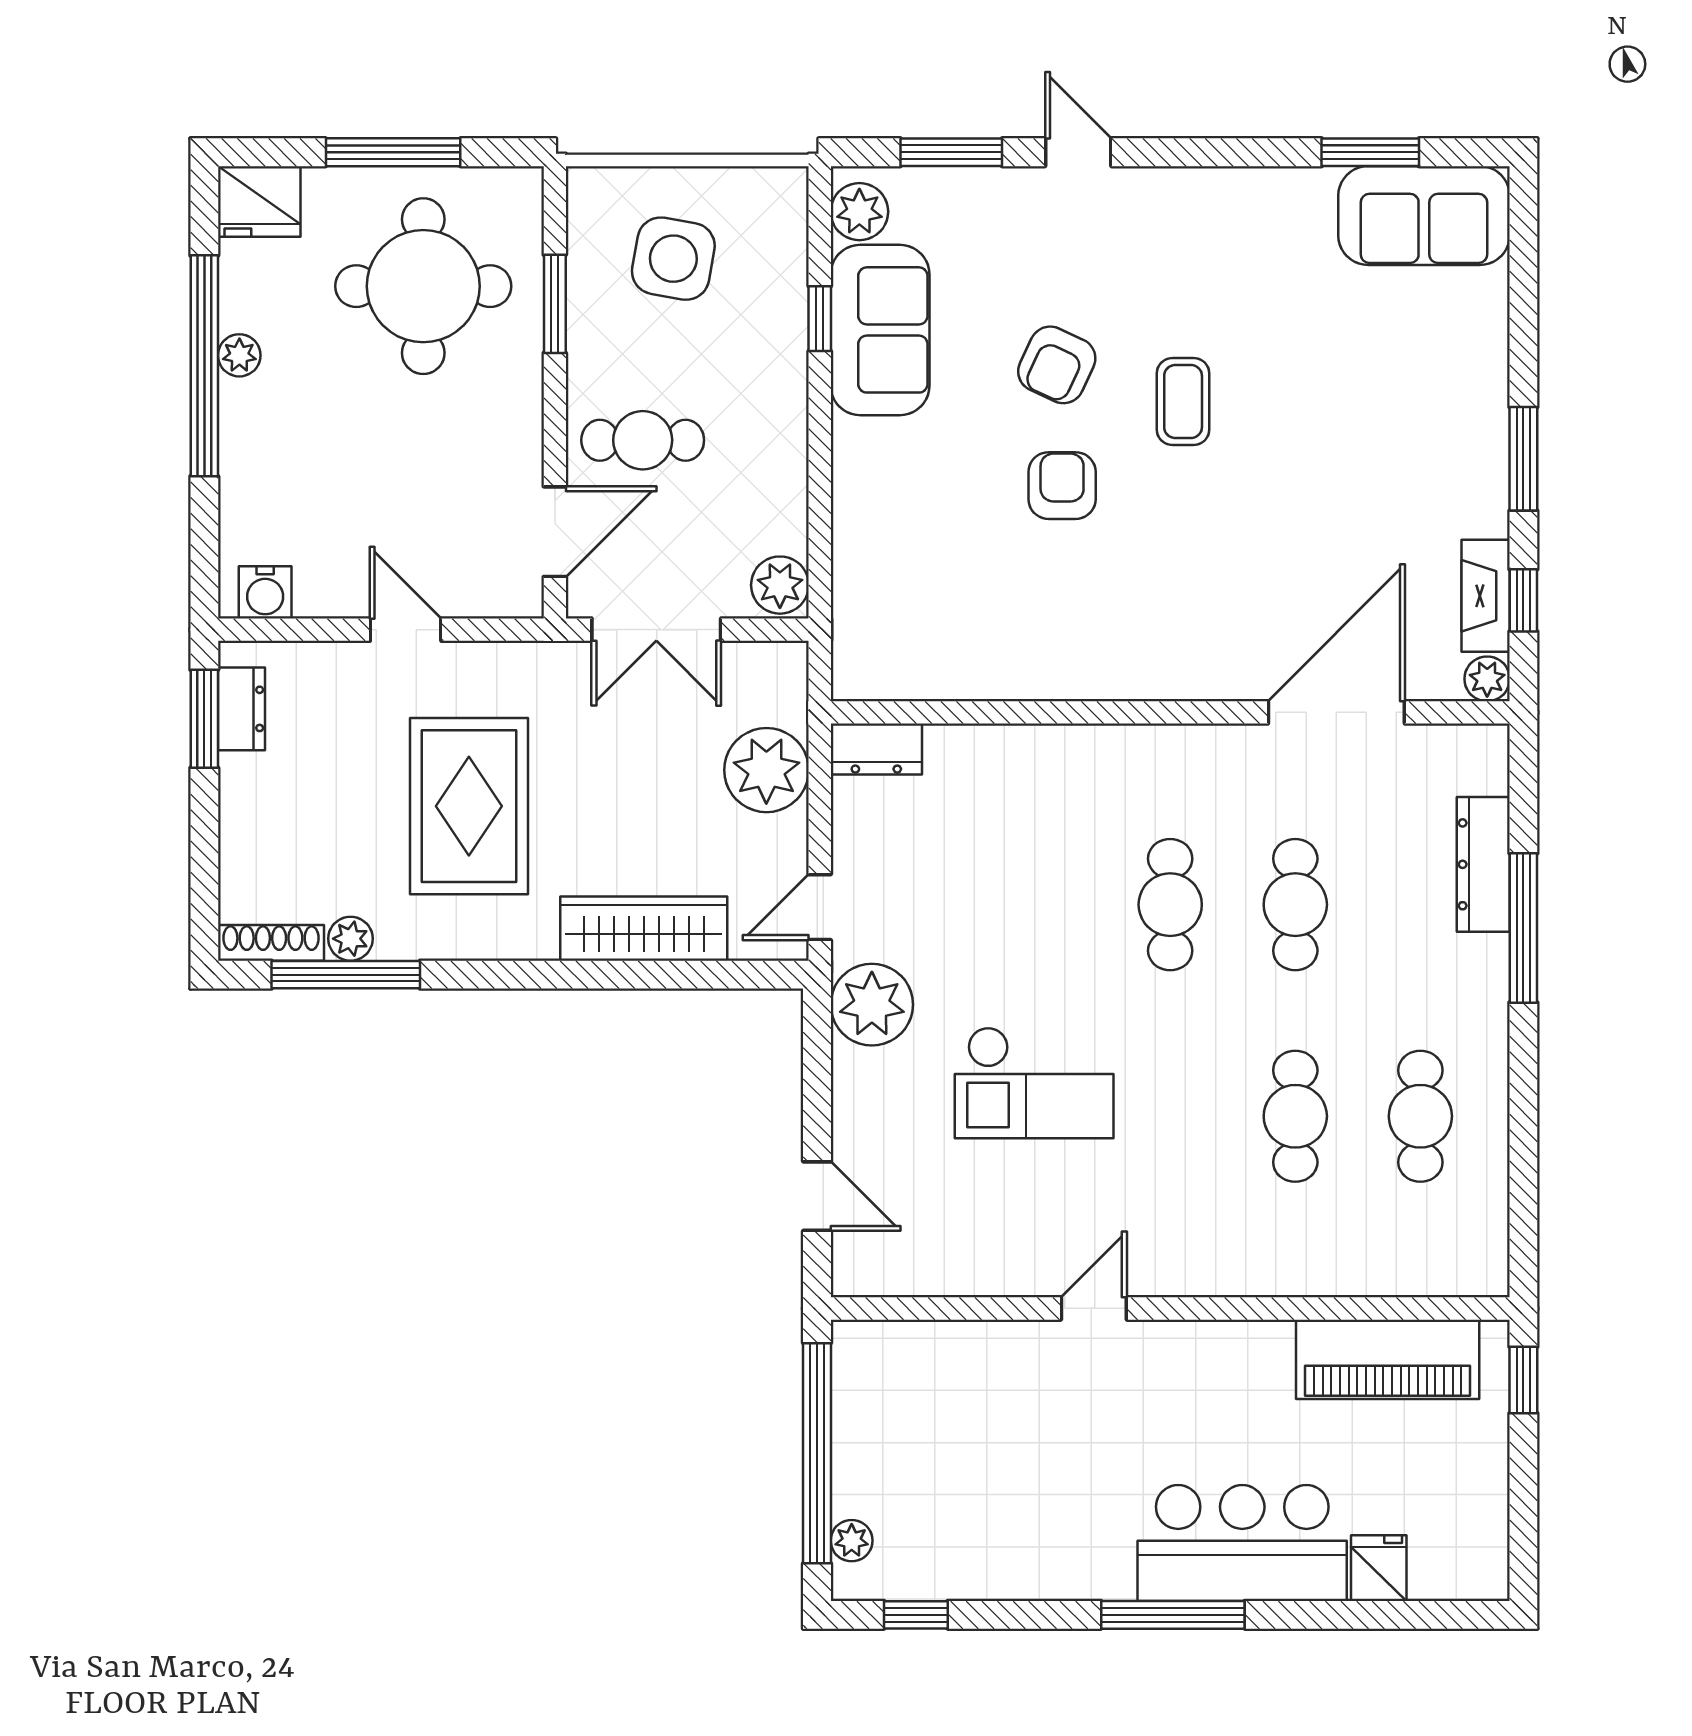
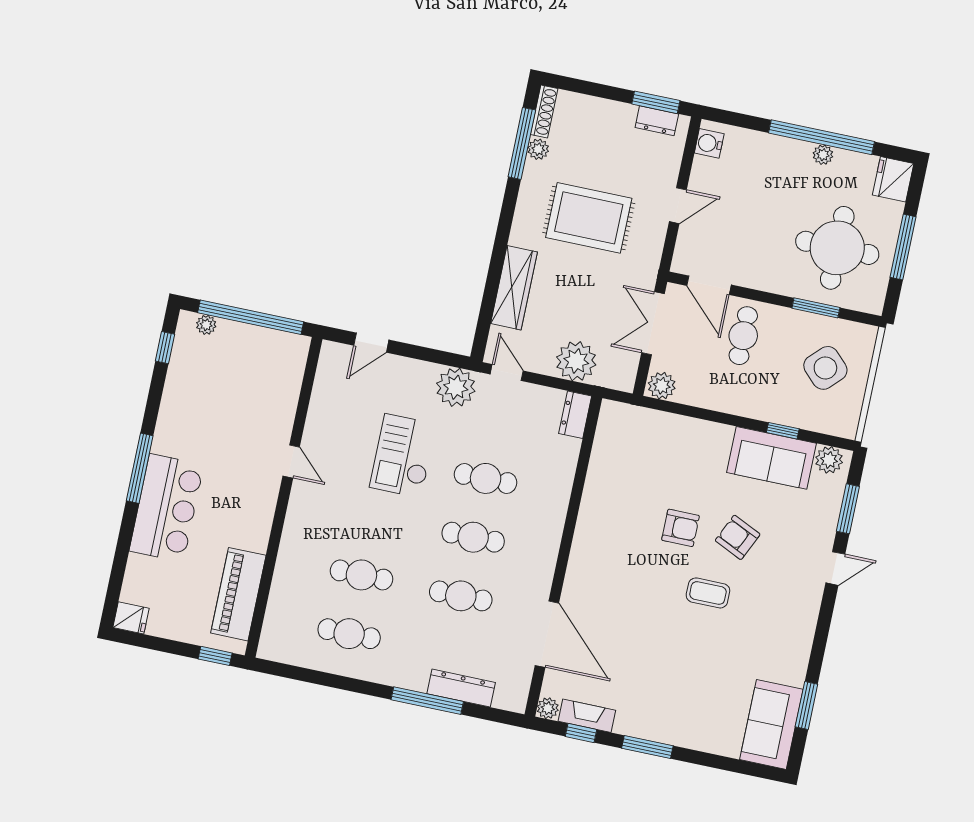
side table: (673, 259) -> (825, 368), turned 35
cafe table: (1045, 905) -> (486, 478), added
fridge: (1379, 1568) -> (131, 618), moved

